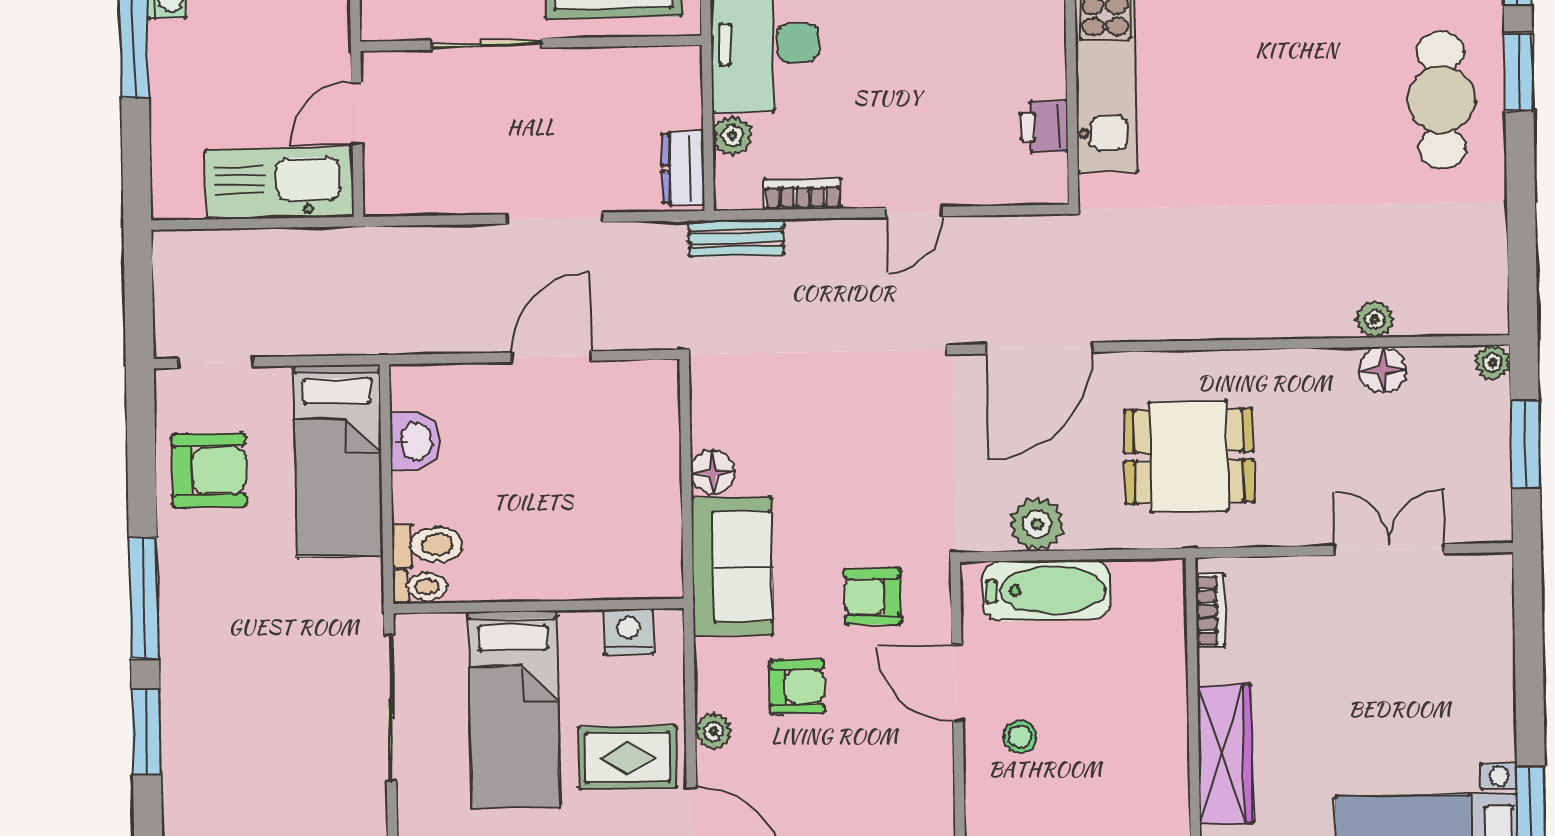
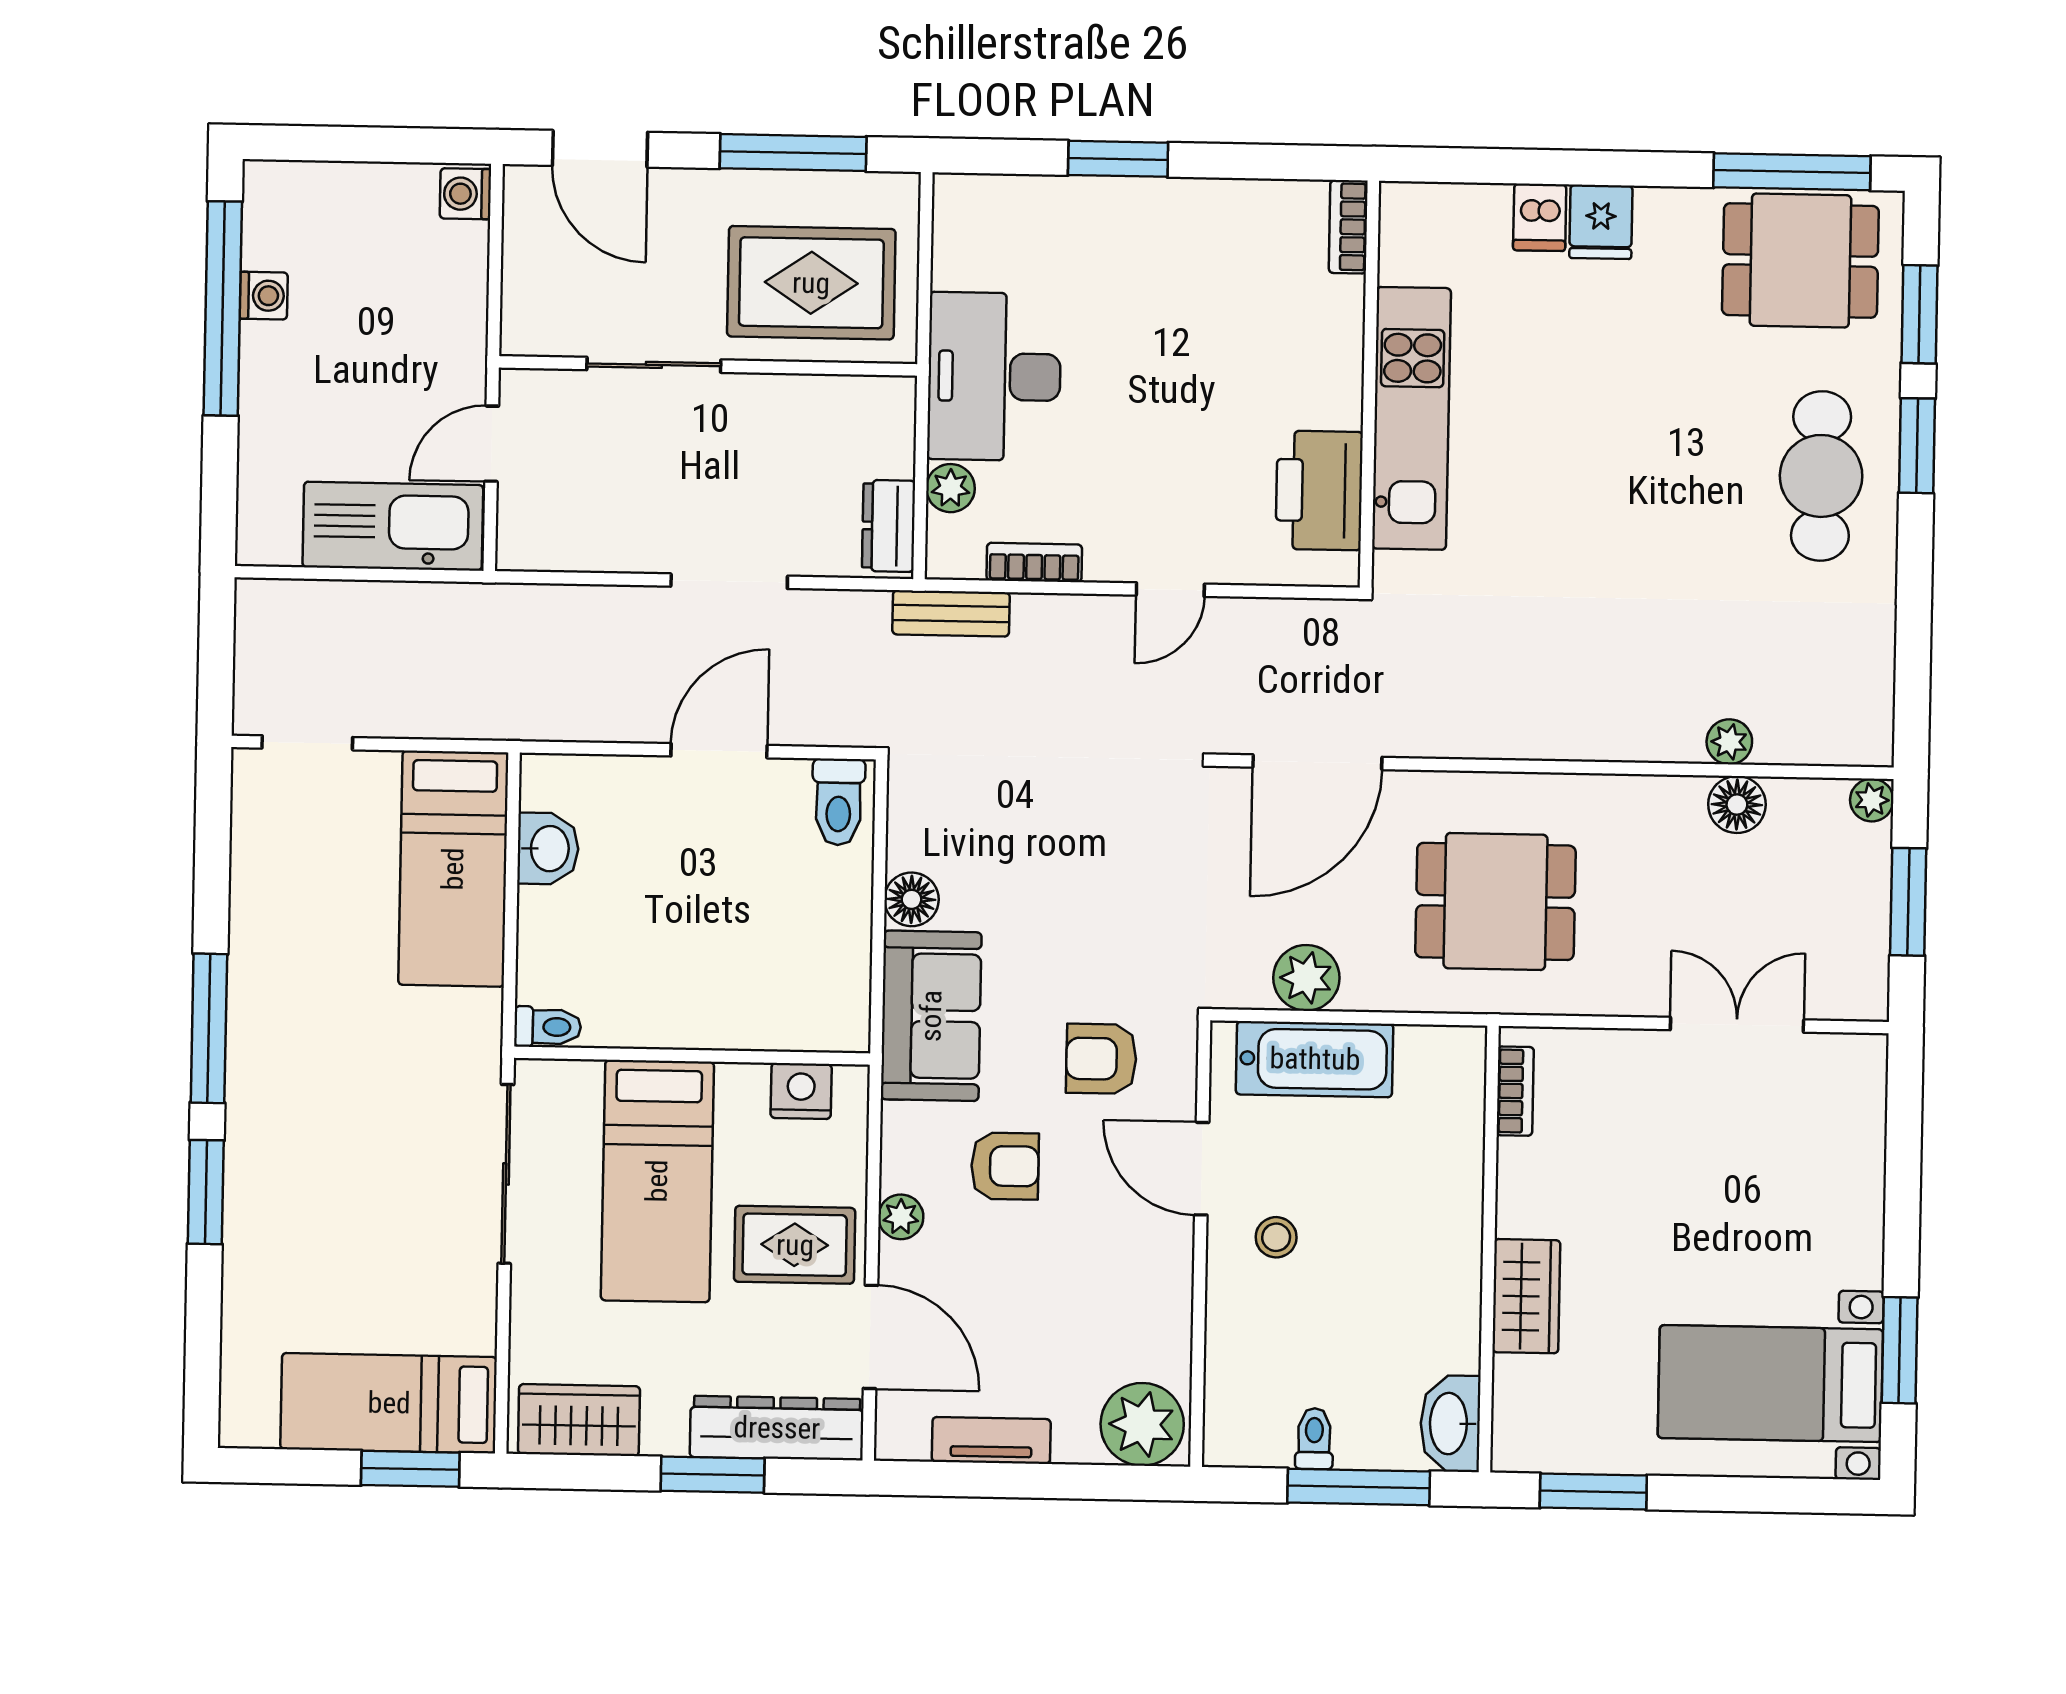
printer: (1044, 126) -> (1319, 490), width x1.87, depth x1.48
armchair: (209, 470) -> (294, 875), removed
toilet: (427, 545) -> (838, 802), moved, turned 90
wardrobe: (1225, 754) -> (1526, 1296), width x0.67

